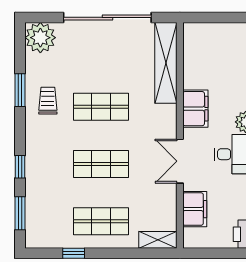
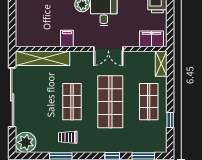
filing cabinet: (195, 109) -> (67, 38), width x0.50
shop shelf: (101, 164) -> (110, 102), width x1.43, depth x1.36
filing cabinet: (195, 209) -> (151, 39), moved

